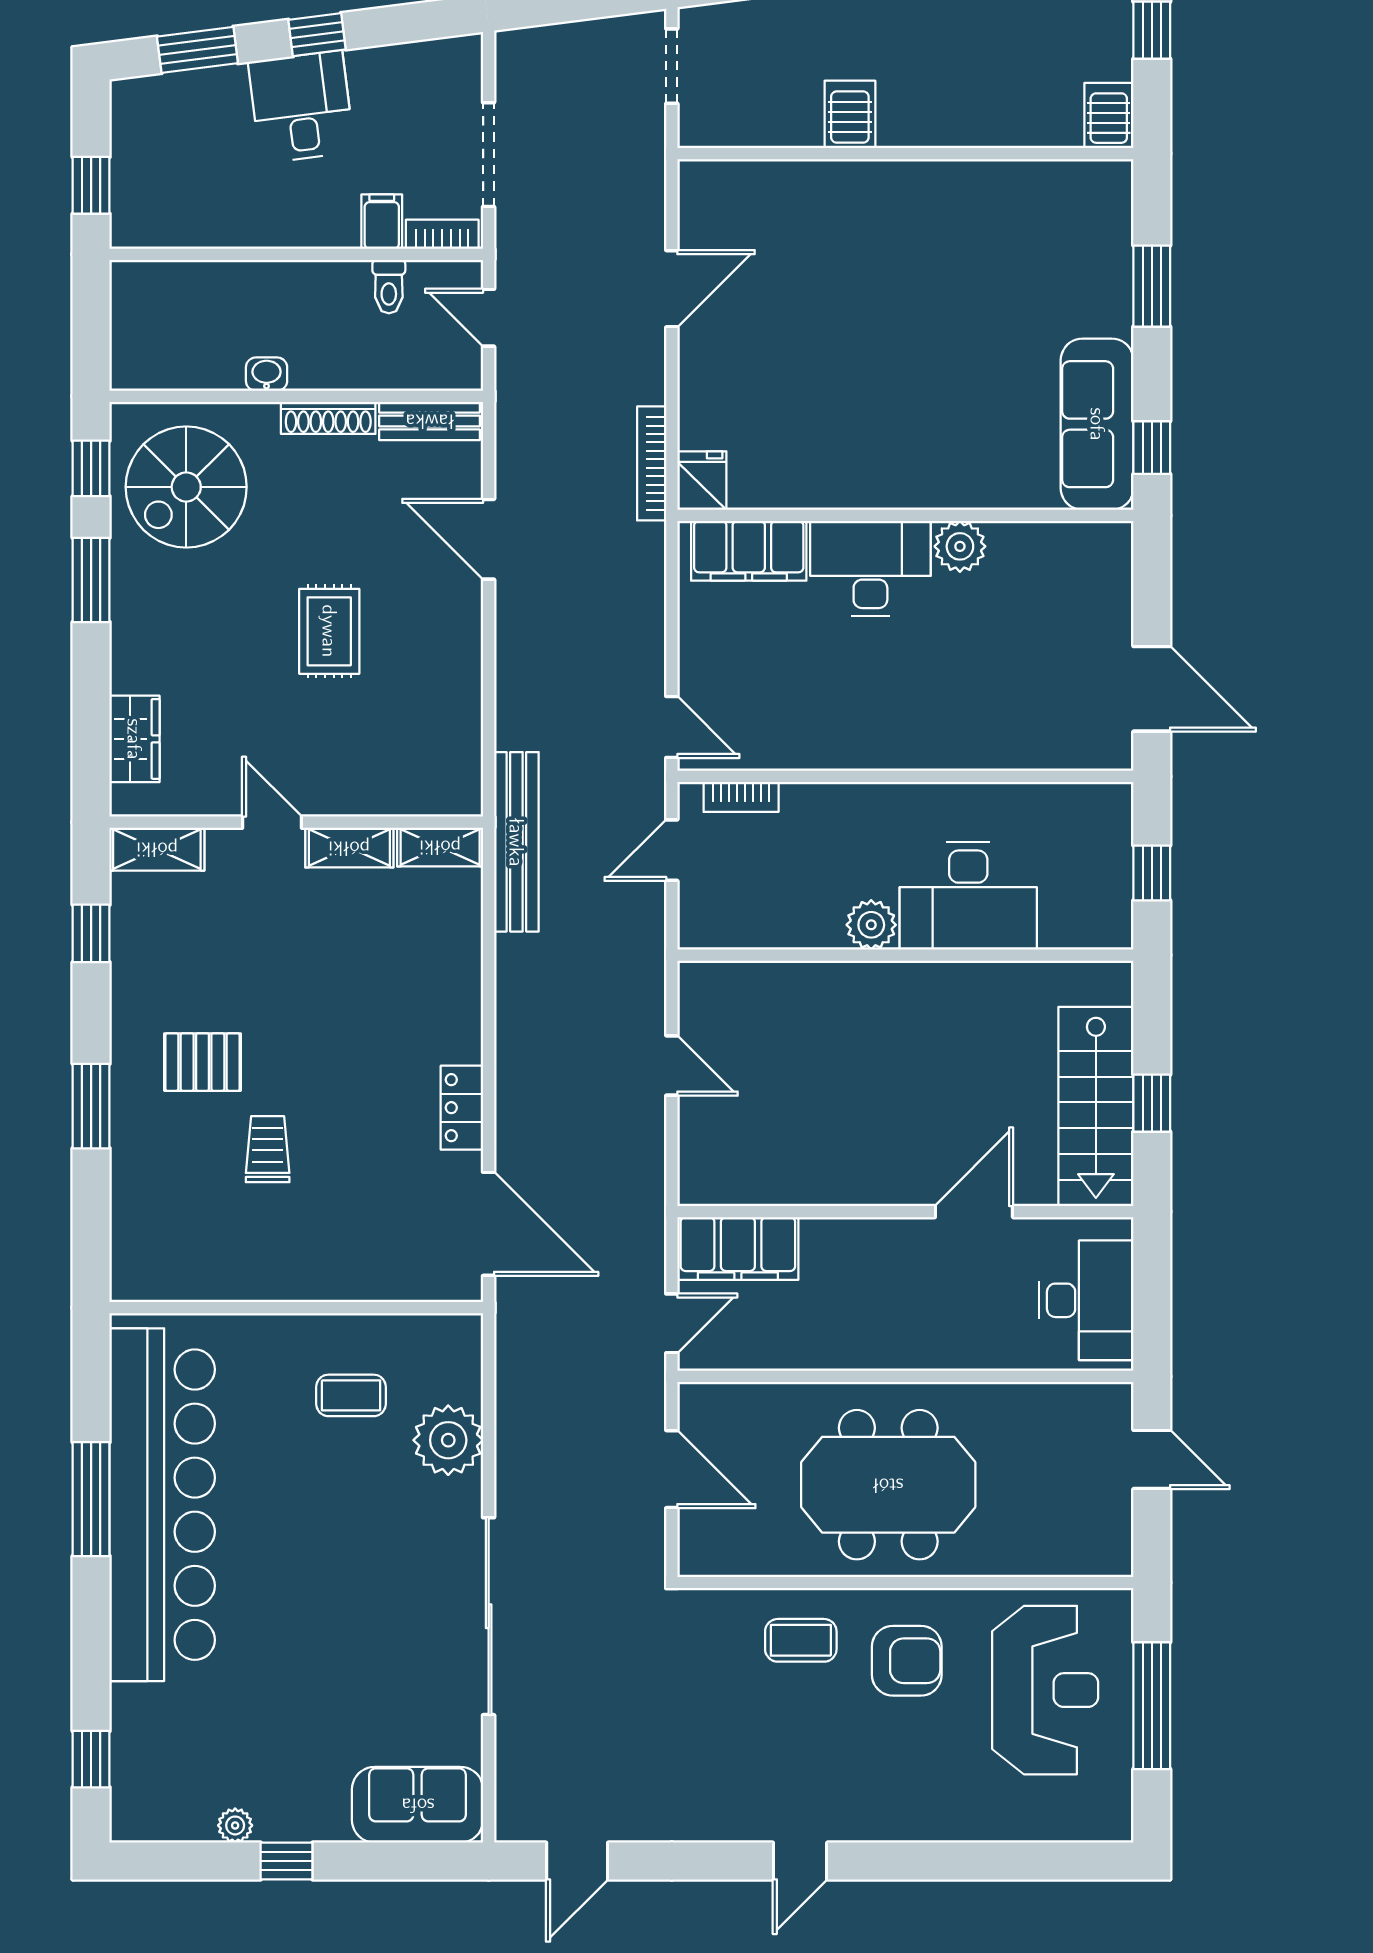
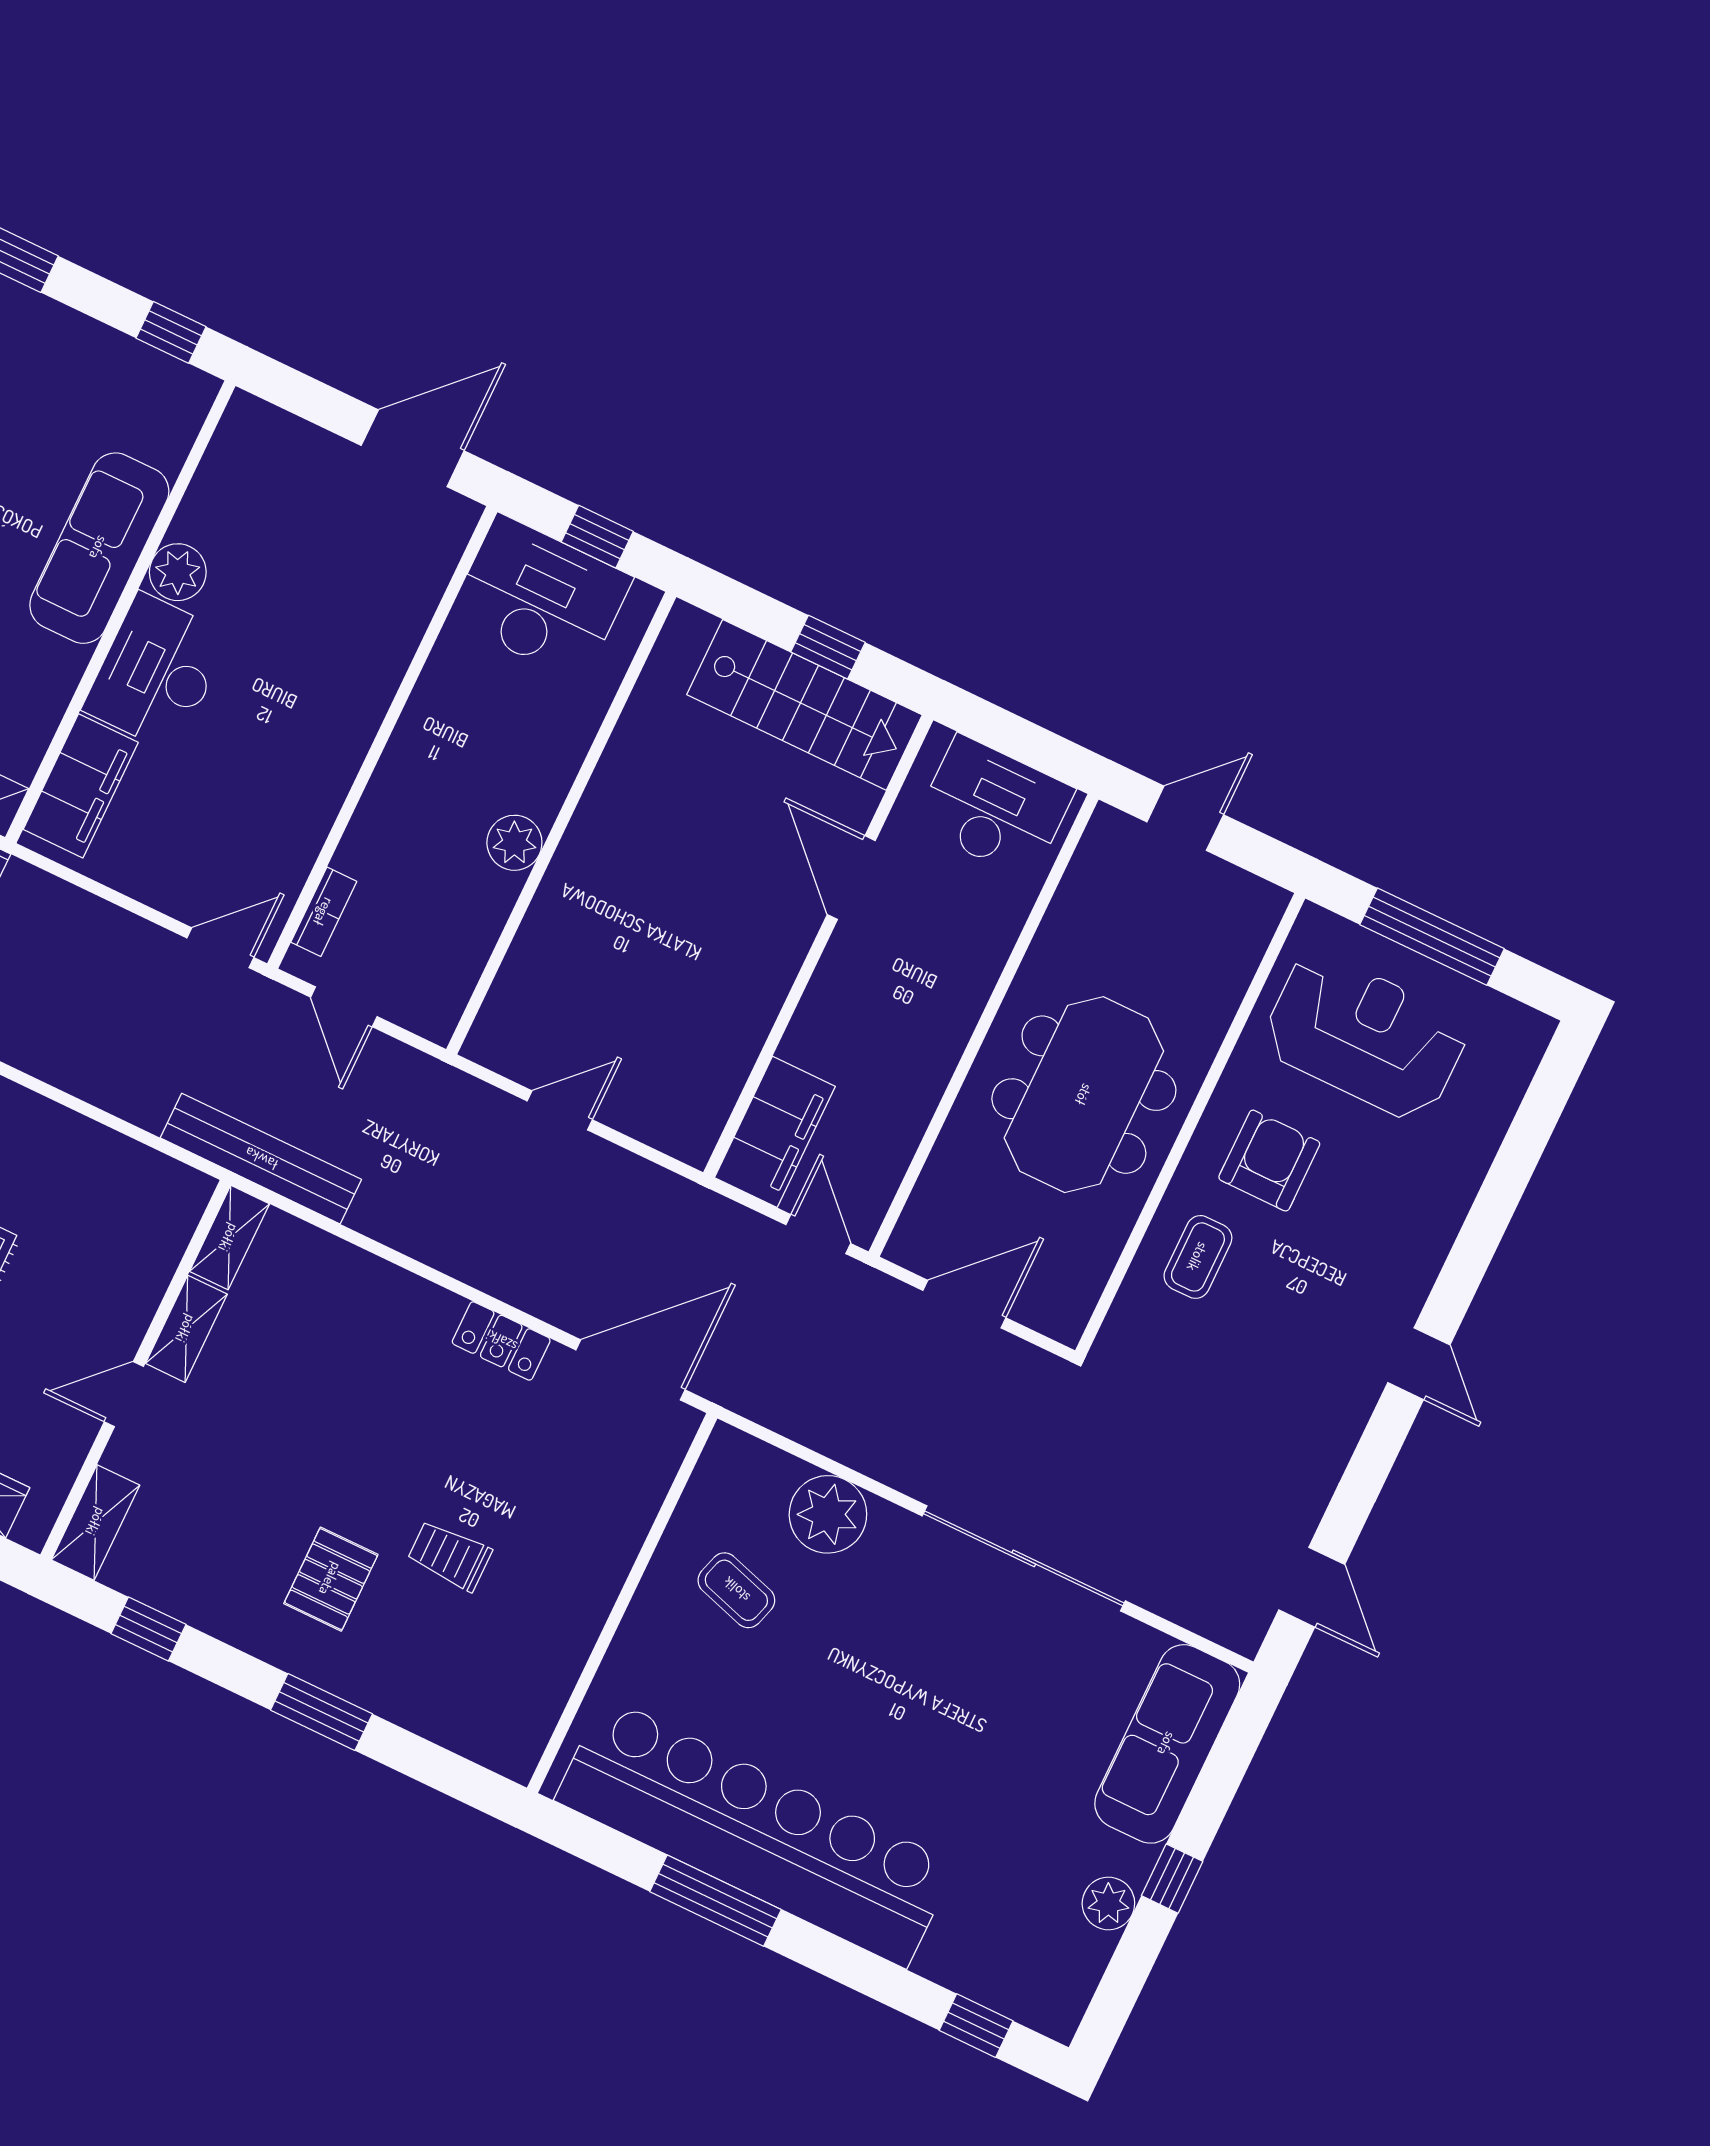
sofa: (1097, 424) -> (99, 548), moved, turned 90
desk: (968, 896) -> (540, 598), moved, turned -90
coffee table: (351, 1395) -> (736, 1590), turned -73
sofa: (418, 1805) -> (1167, 1744), width x1.36
plant: (235, 1825) -> (1108, 1903), width x1.38, depth x1.38

